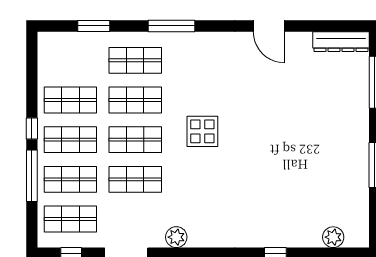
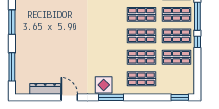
window: (94, 26) -> (180, 97), moved
window: (172, 26) -> (111, 97), moved
dresser: (341, 42) -> (45, 89), moved
display table: (202, 131) -> (104, 85), moved

